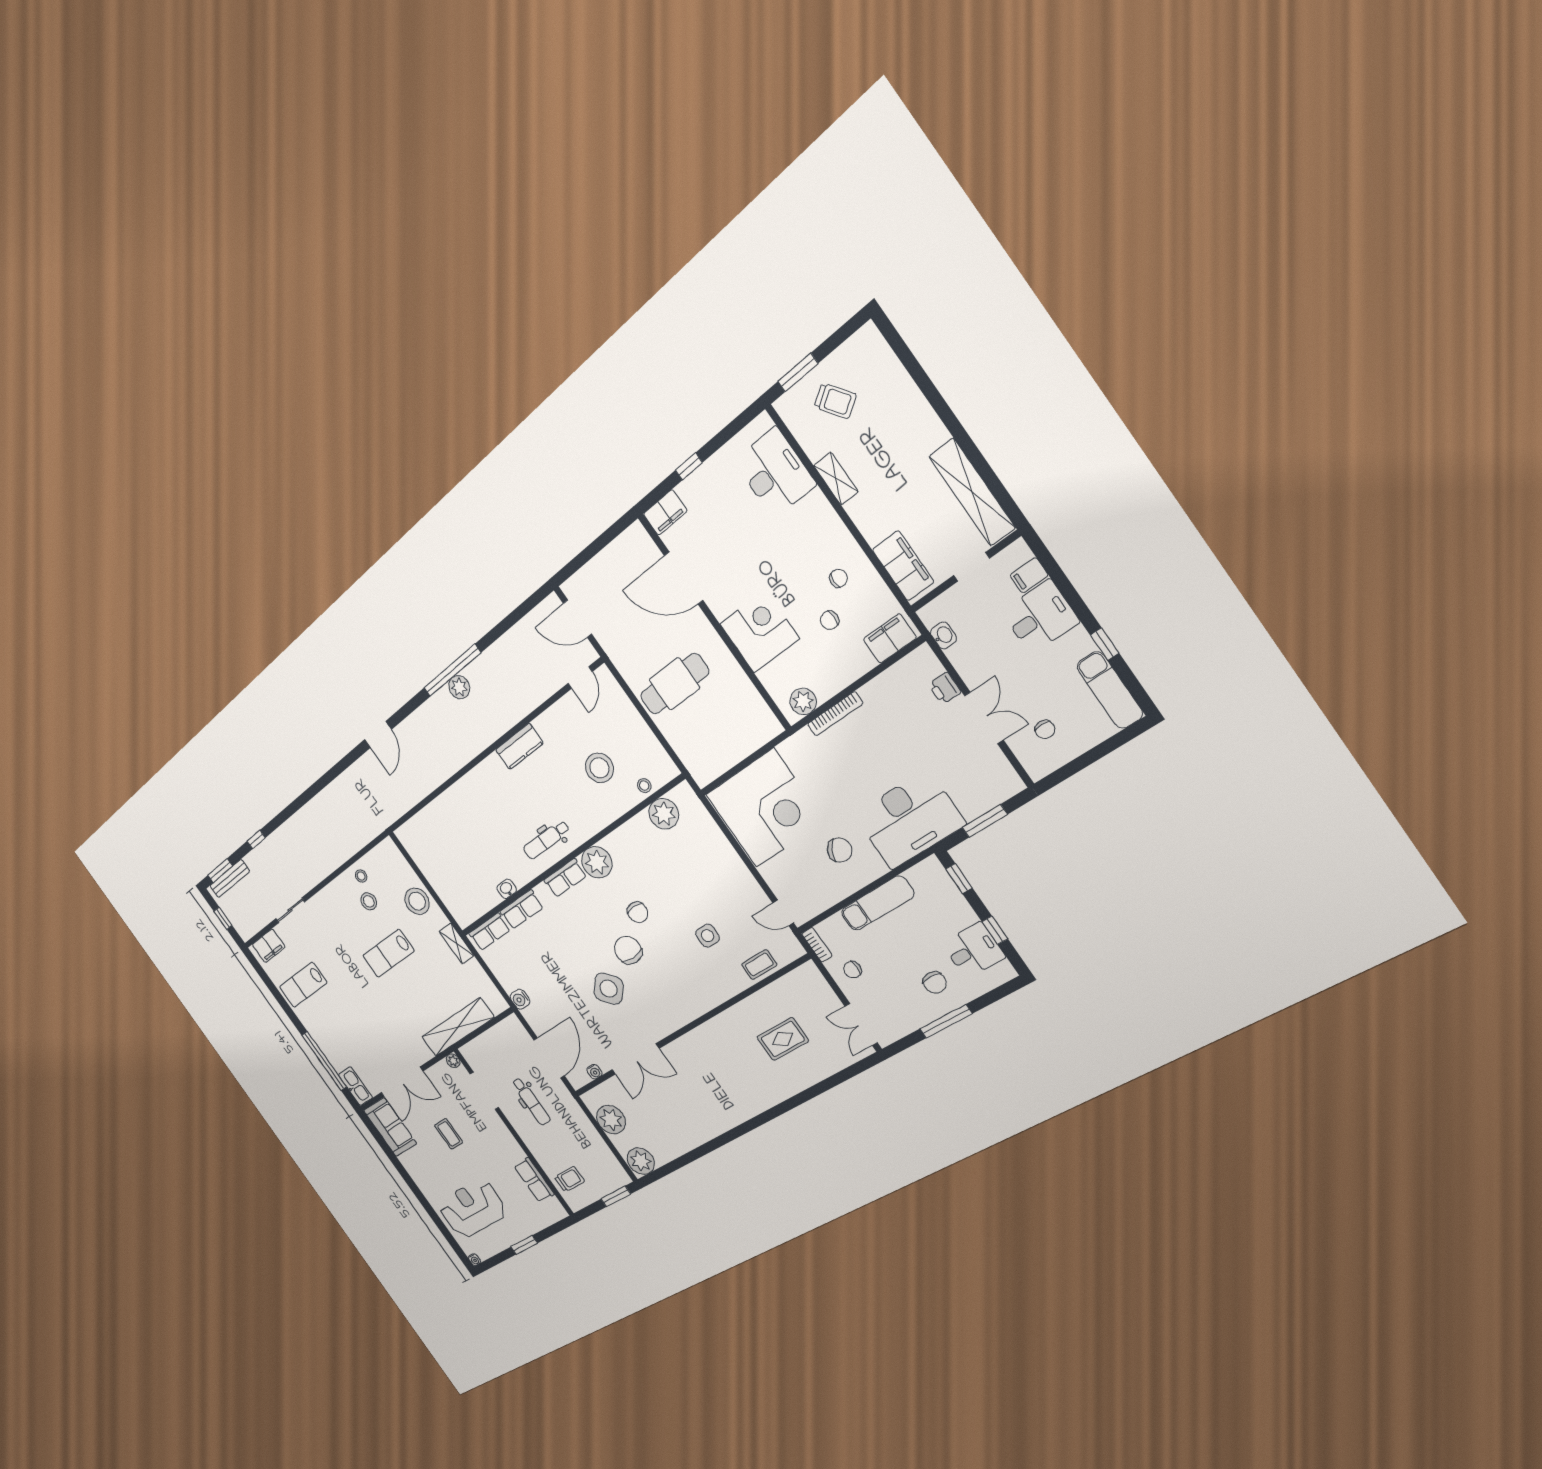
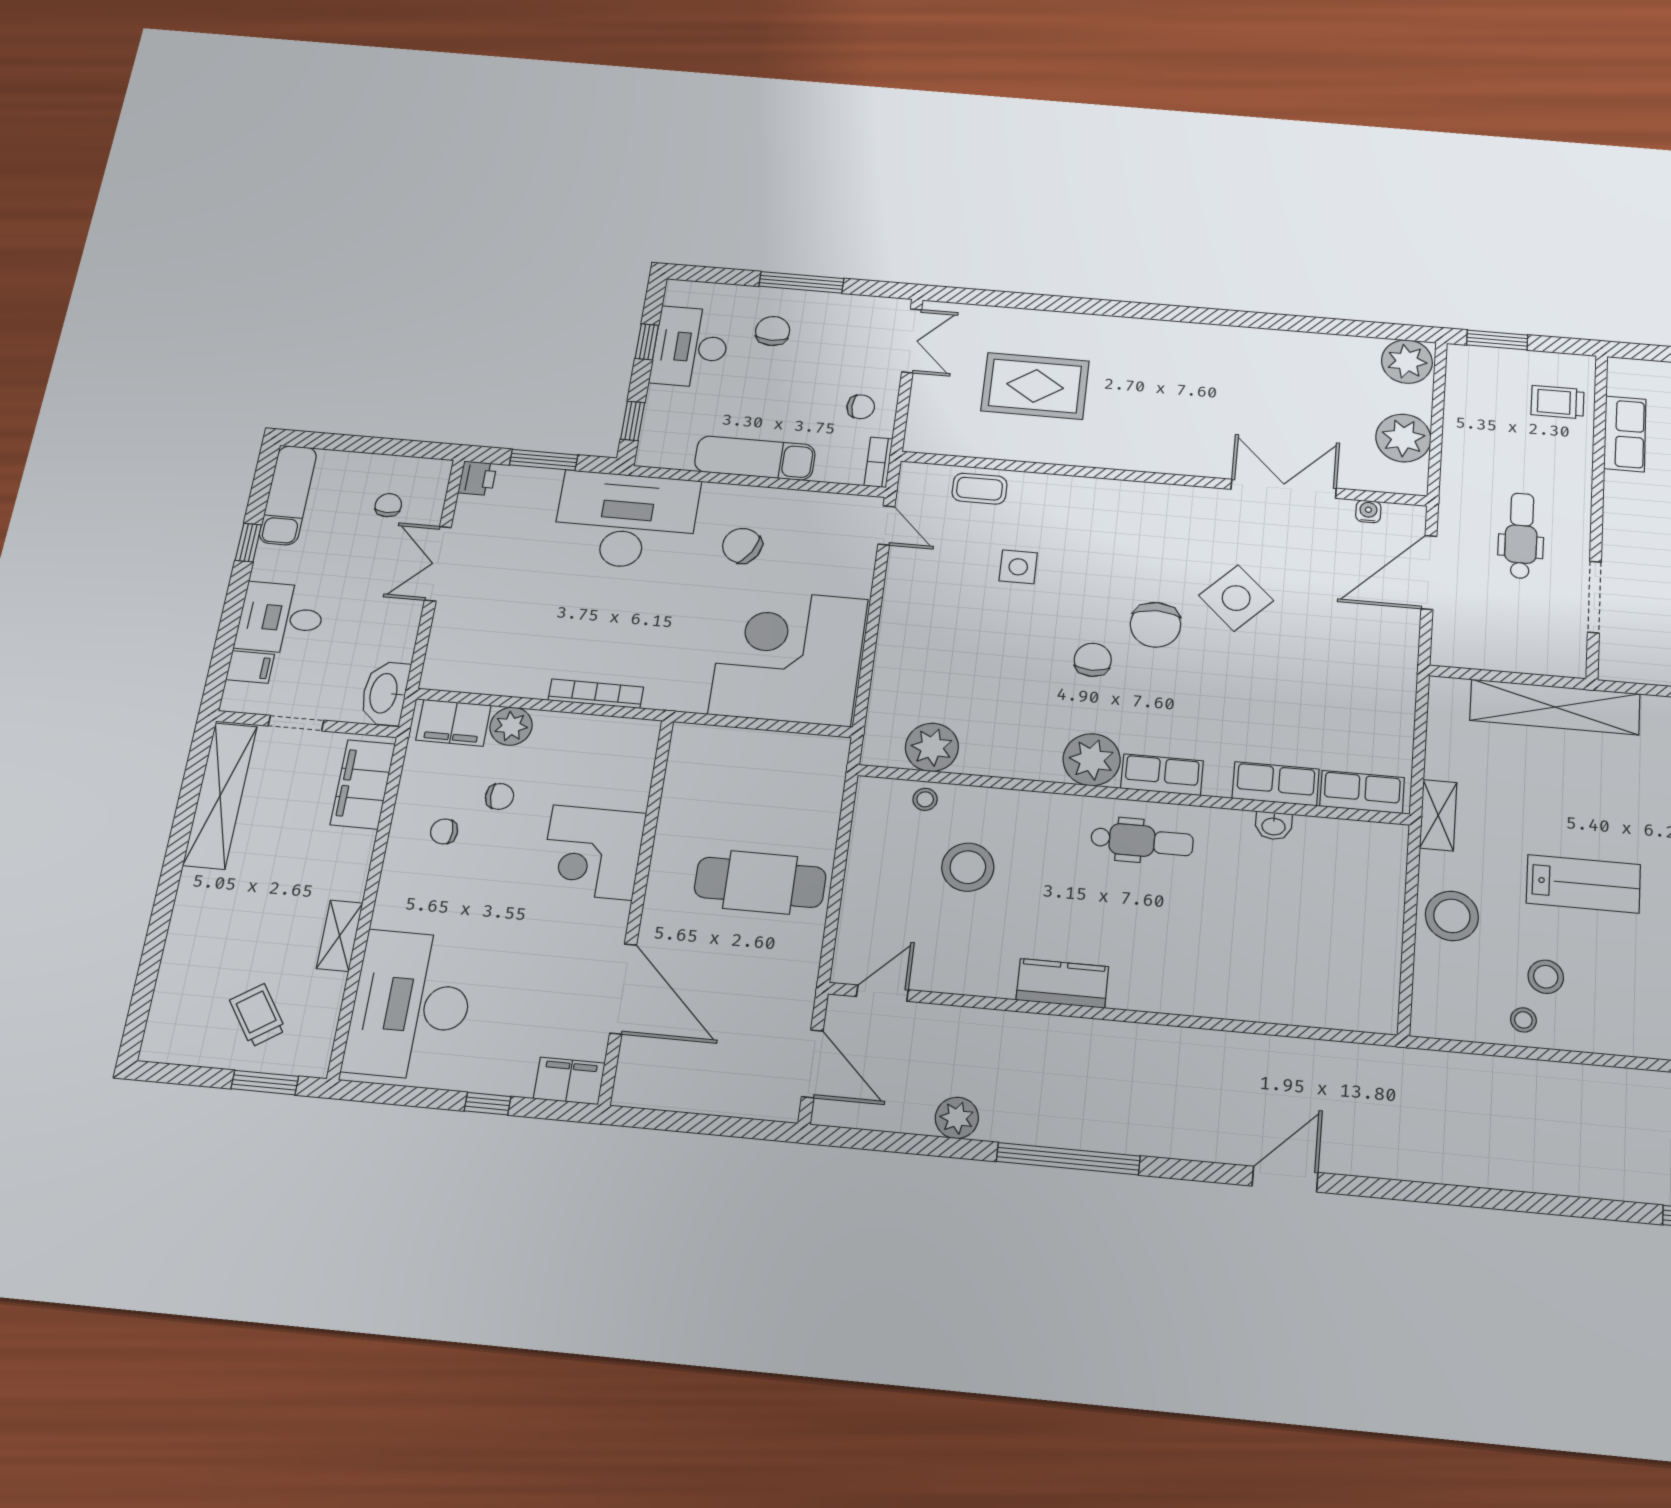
desk: (775, 473) -> (411, 1005), width x1.36, depth x1.30
washbasin: (943, 635) -> (385, 693), width x1.91, depth x1.45
plant: (459, 687) -> (957, 1118), moved
printer: (945, 688) -> (477, 478), moved
plant: (803, 701) -> (511, 726), moved
desk: (973, 950) -> (690, 347), width x1.37
water cooler: (520, 999) -> (1401, 675), removed
rug: (783, 1039) -> (1035, 386), width x1.36, depth x1.43
plant: (453, 1061) -> (1612, 669), removed

